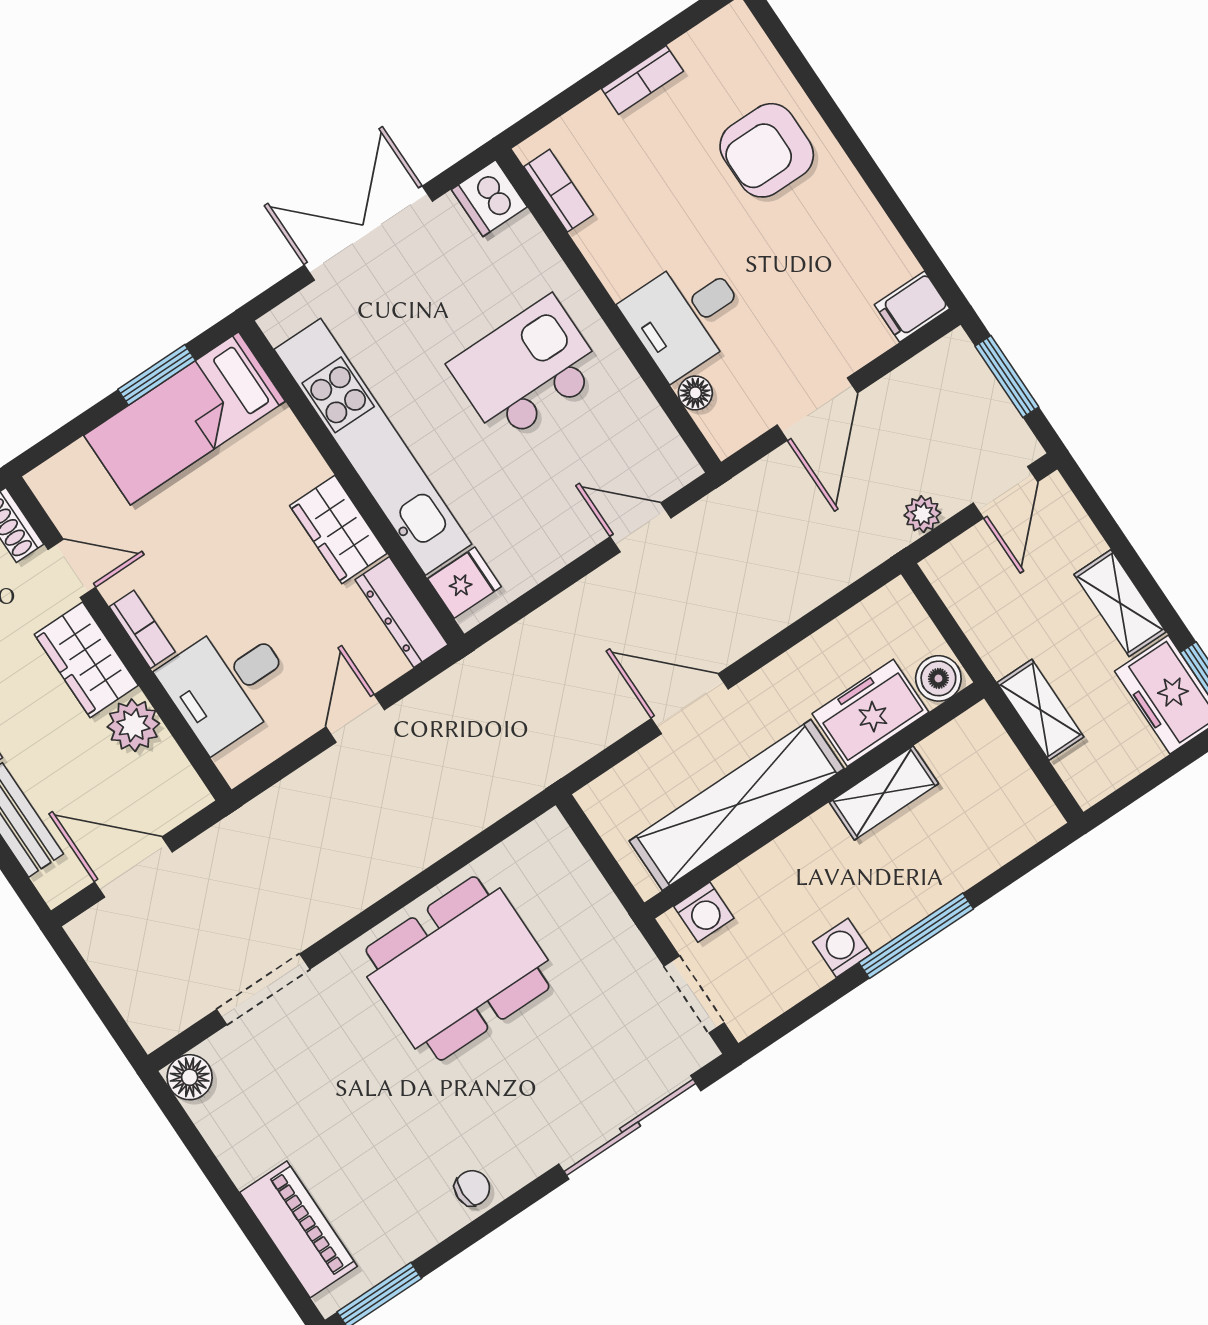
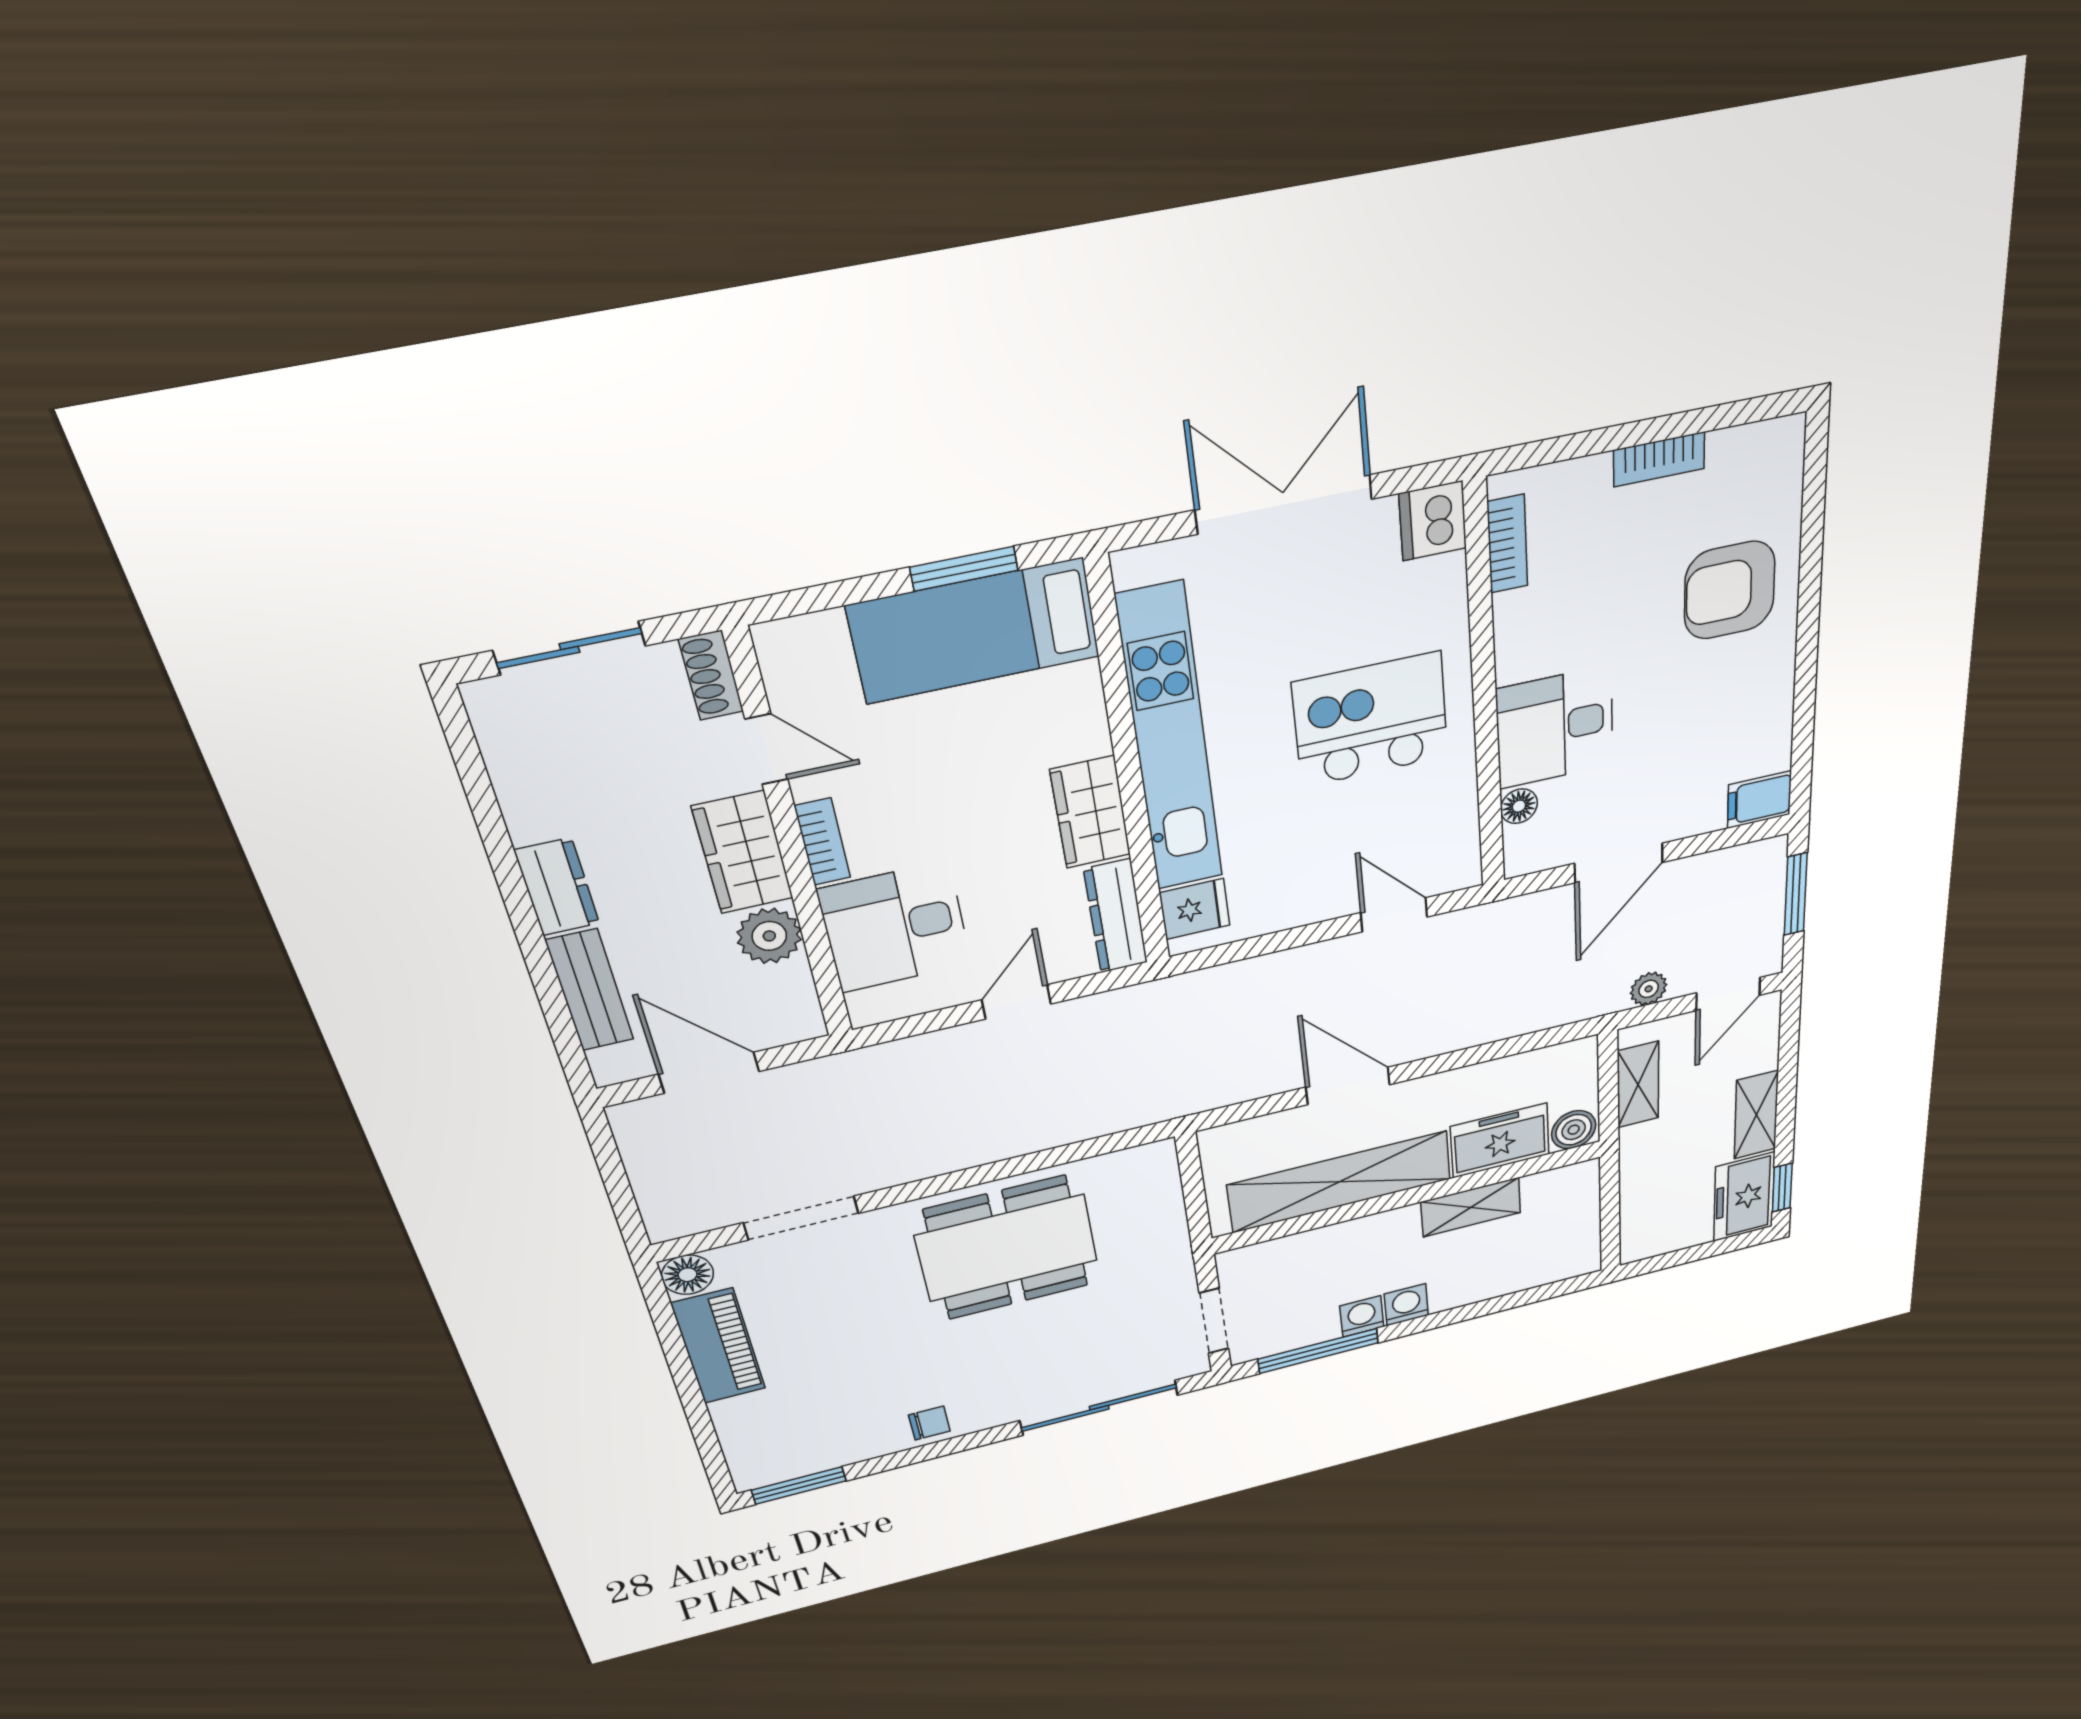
shelving: (1040, 710) -> (1638, 1085), moved
washing machine: (704, 912) -> (1406, 1305), moved, turned 180
window: (916, 936) -> (1318, 1351), moved
piano: (299, 1229) -> (718, 1346), moved

